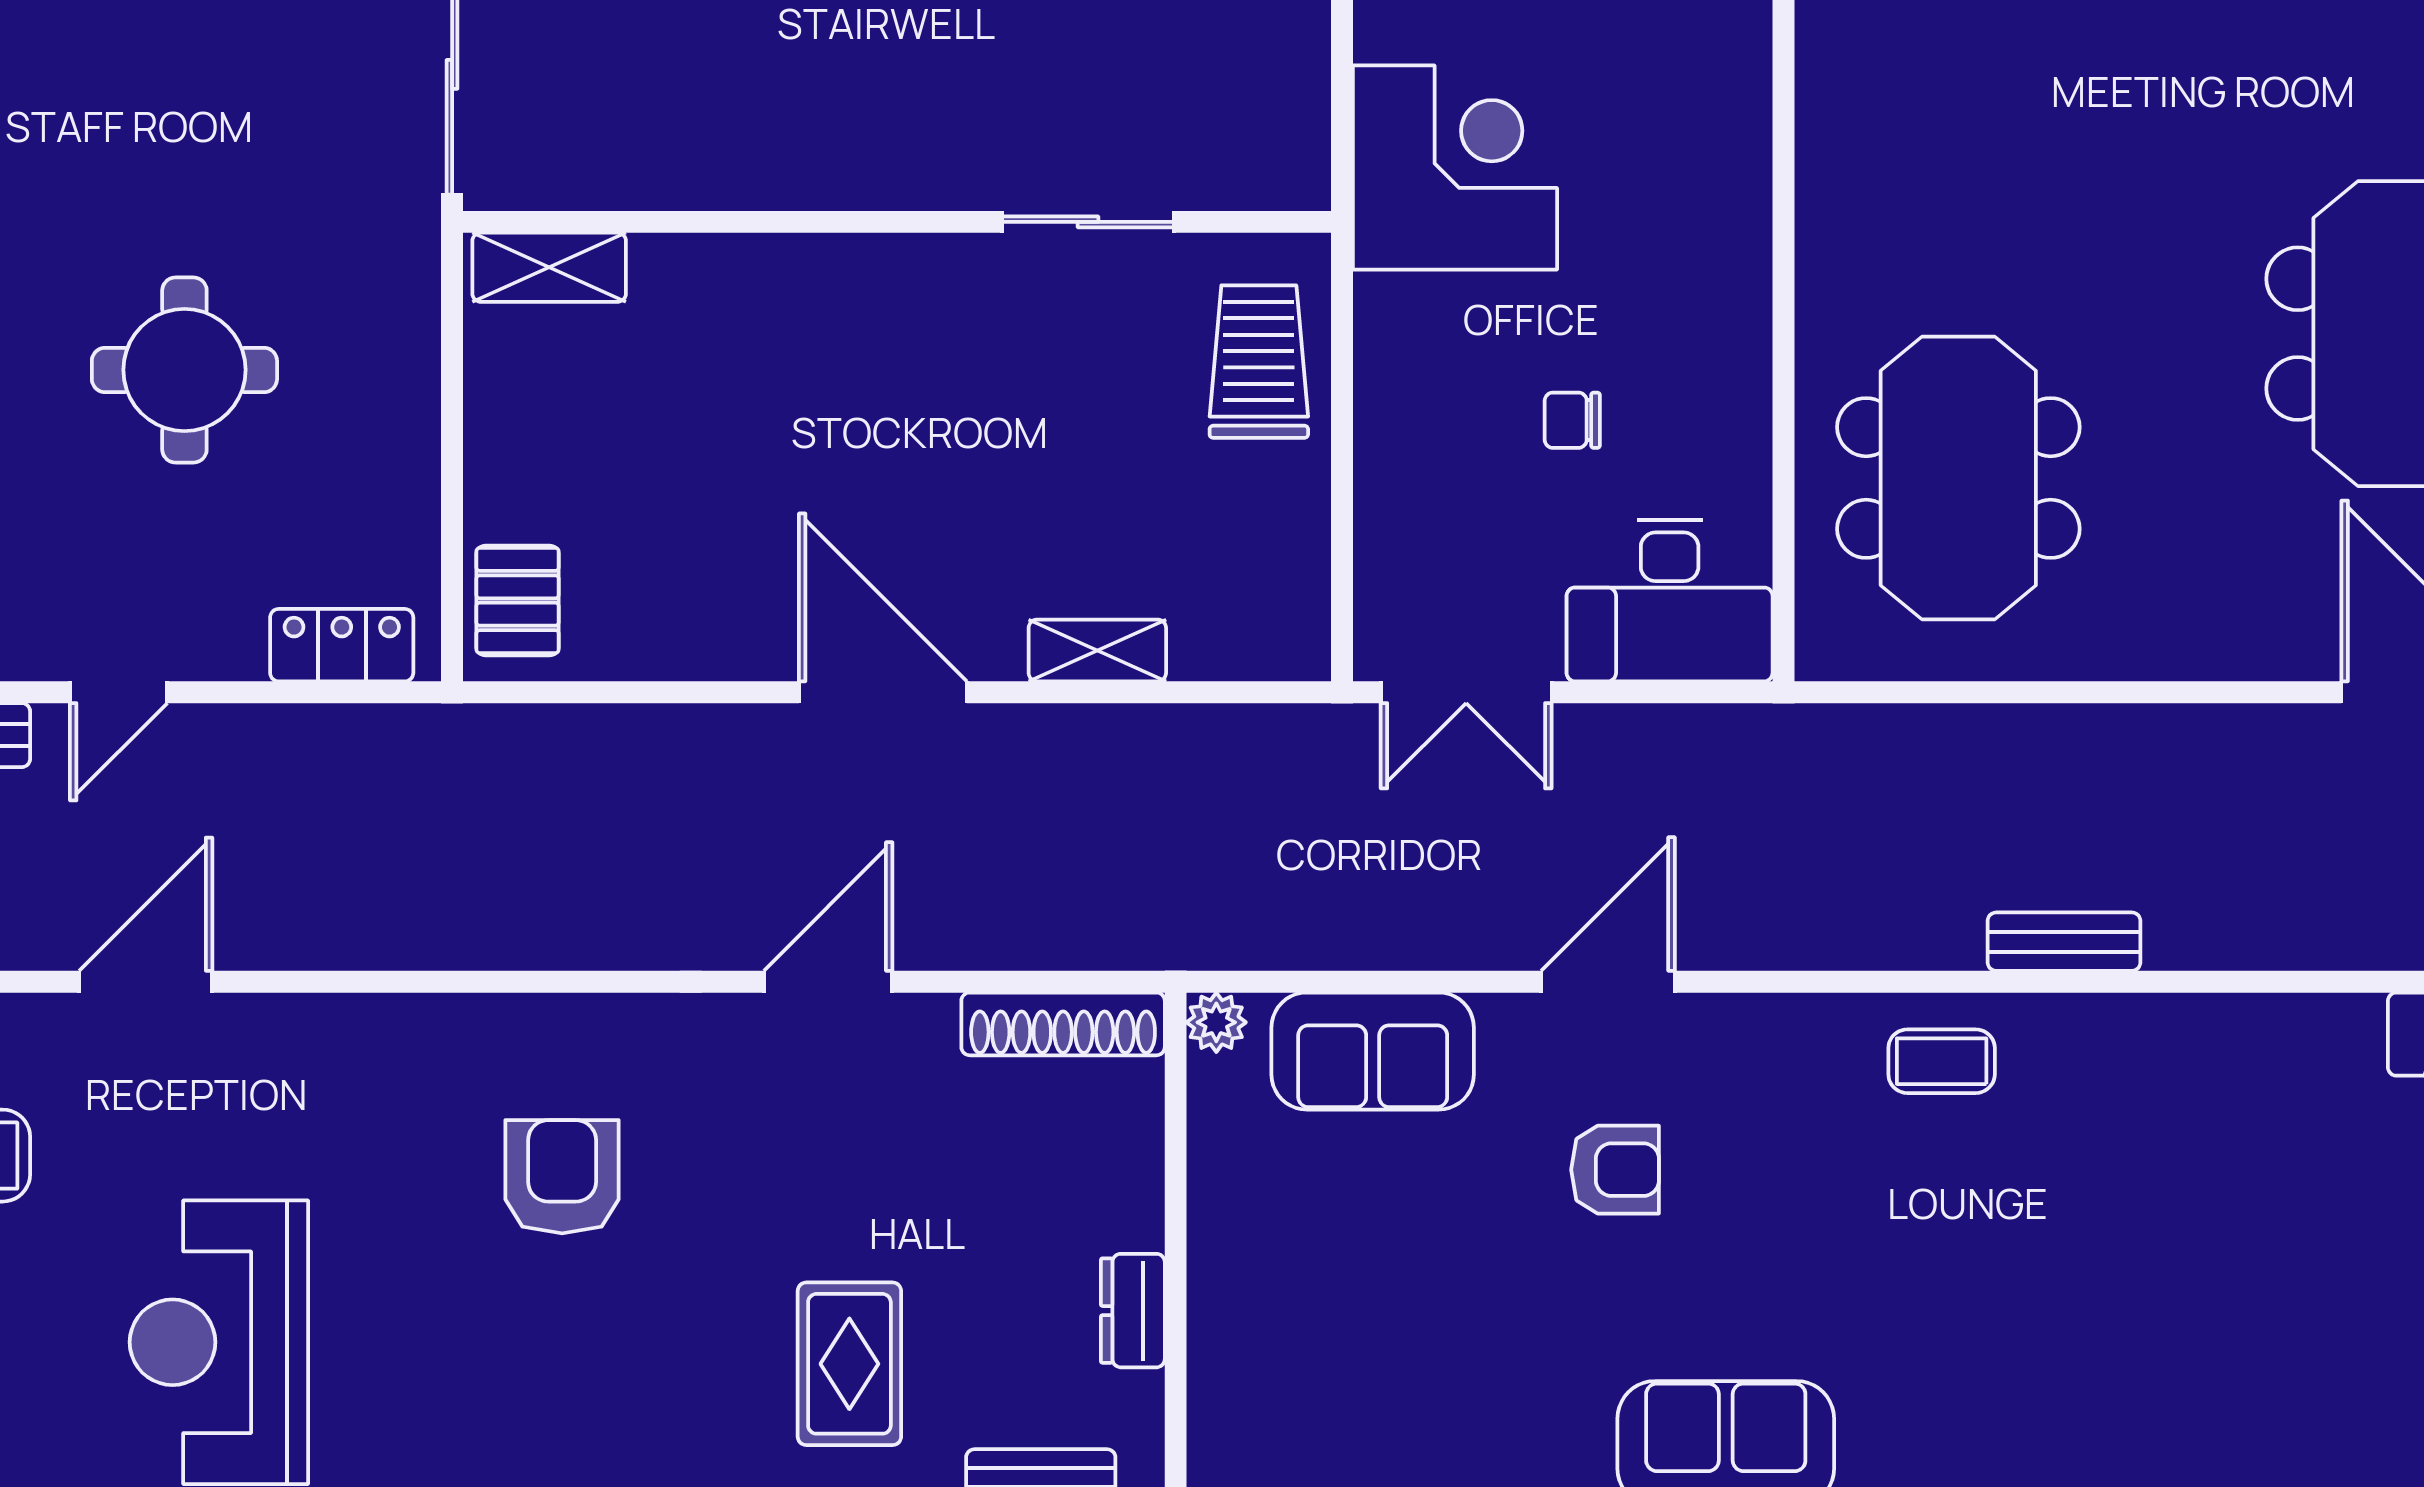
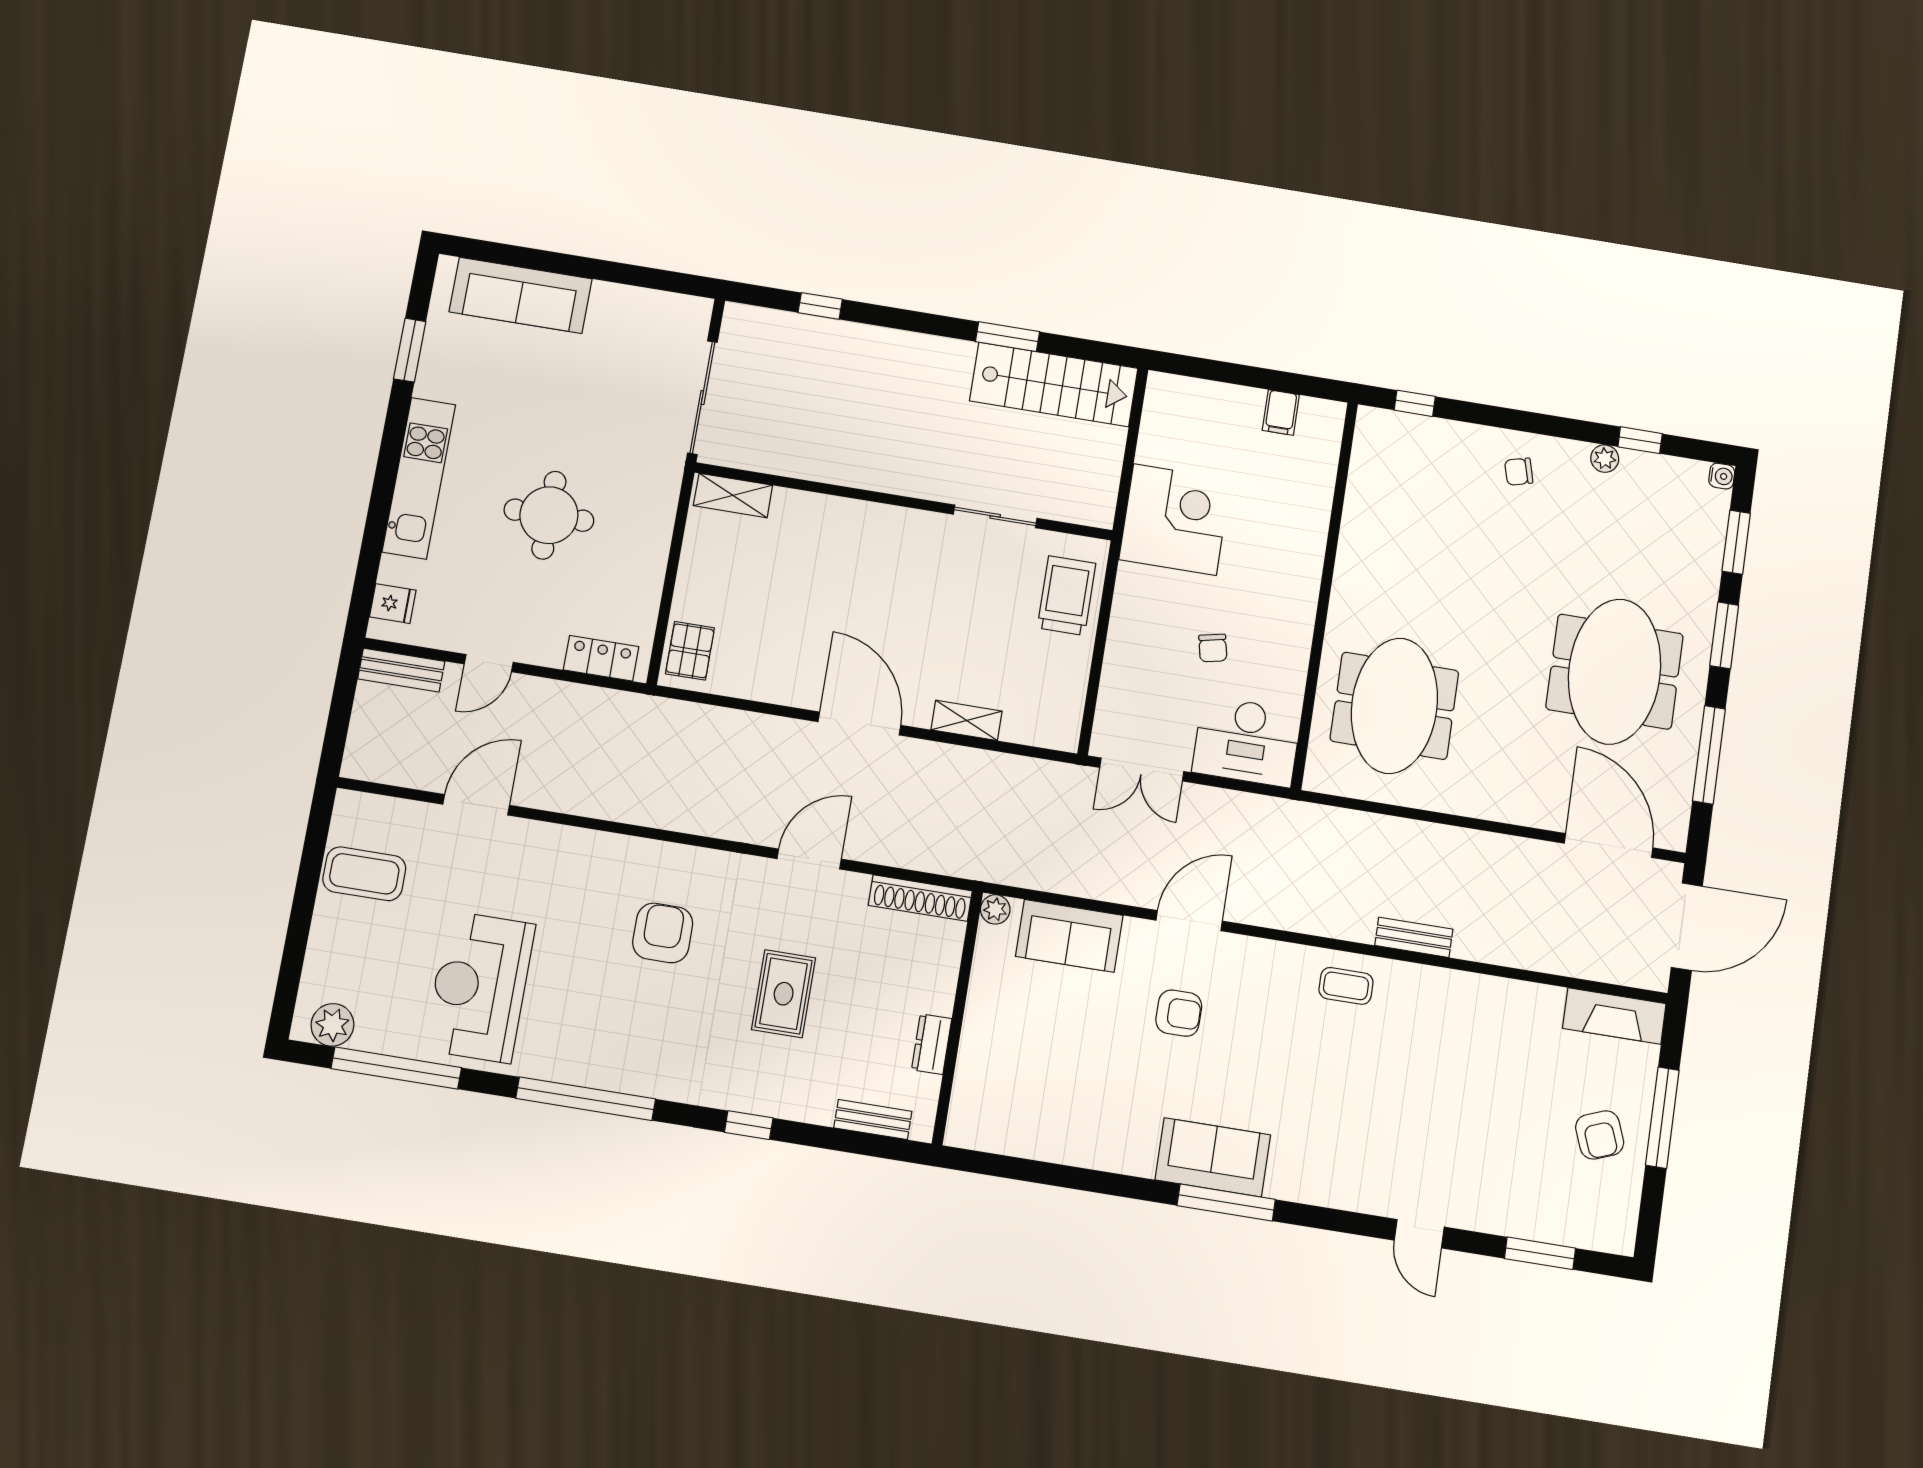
chair: (1572, 420) -> (1213, 648), turned -102
rug: (849, 1364) -> (784, 994), moved

